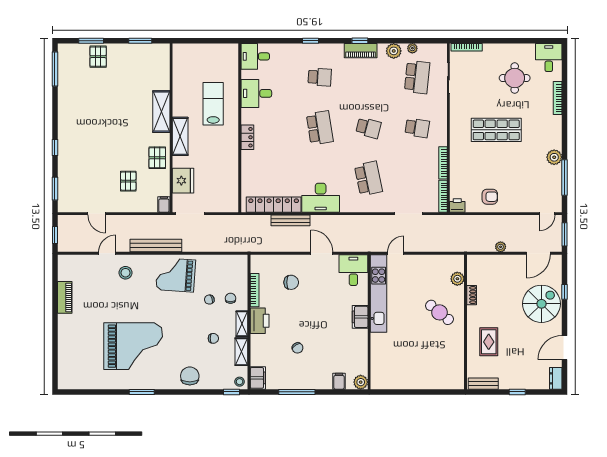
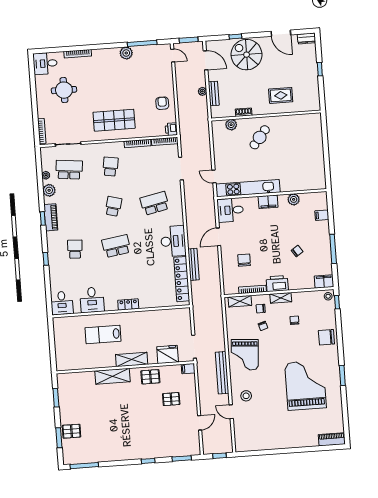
shop shelf: (496, 130) -> (114, 120), moved, turned 90
piano: (65, 297) -> (332, 439), moved
shelving: (241, 352) -> (240, 301), moved
plant: (361, 382) -> (294, 199), moved
bench: (483, 384) -> (214, 93), moved

